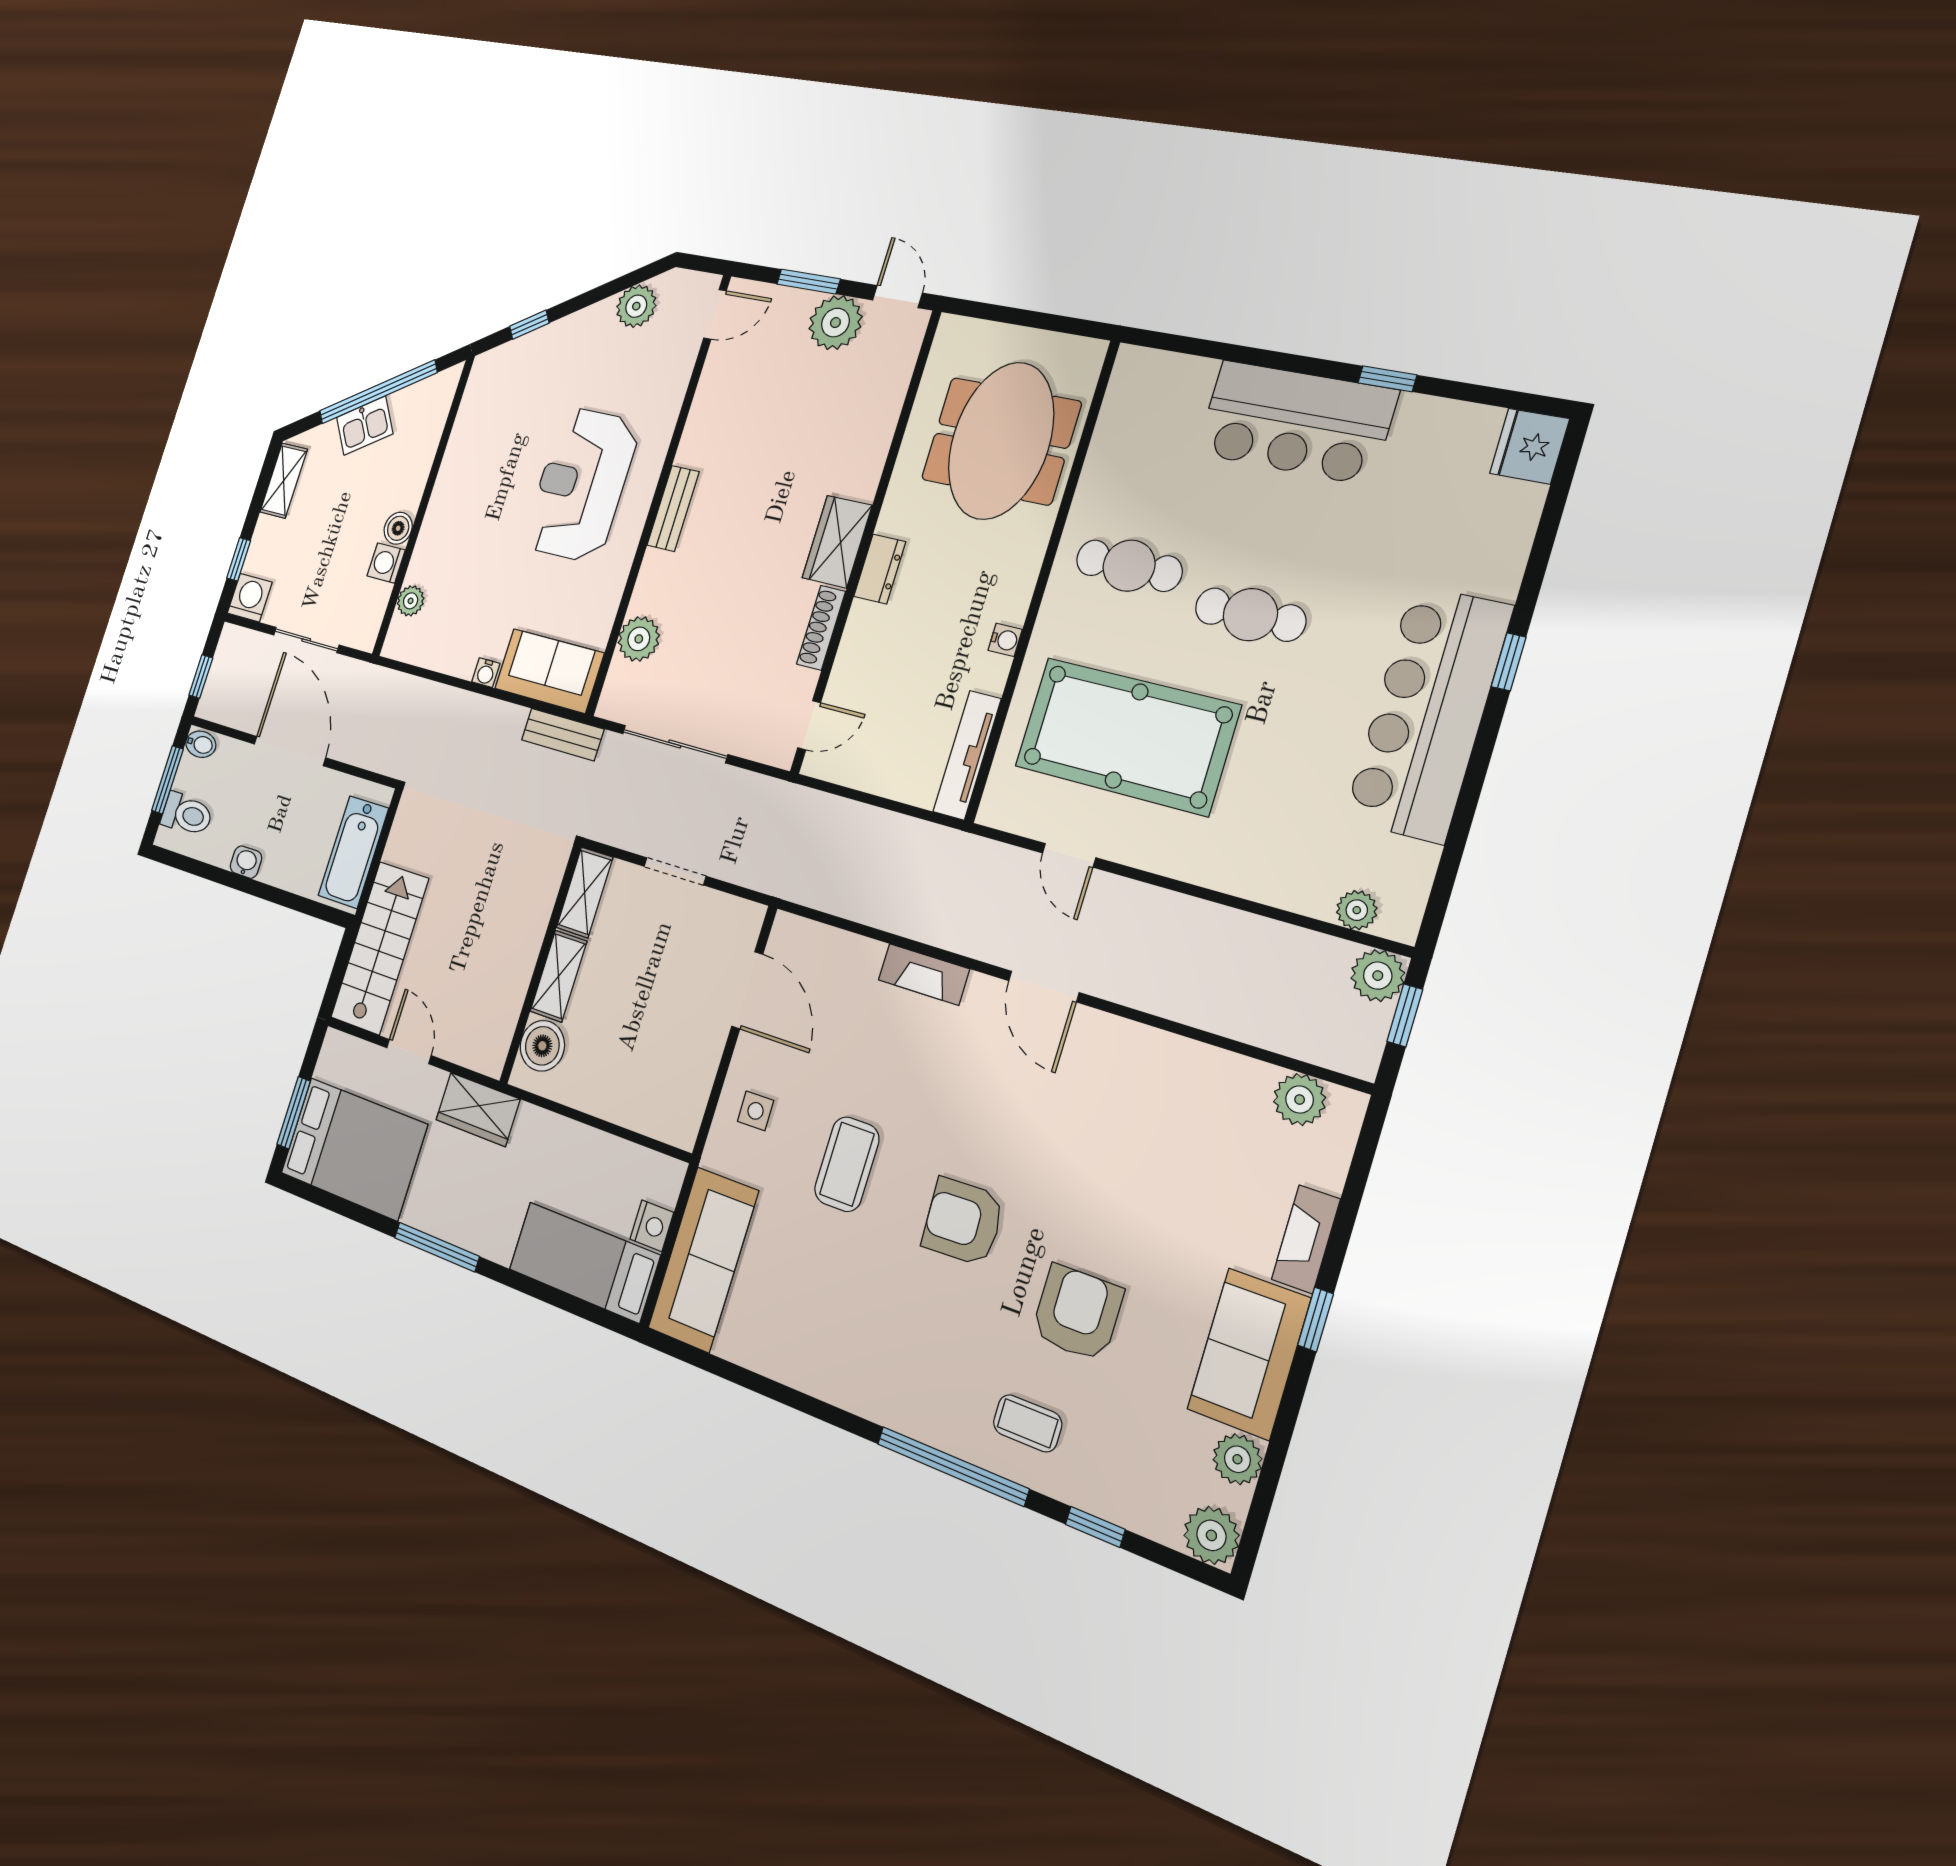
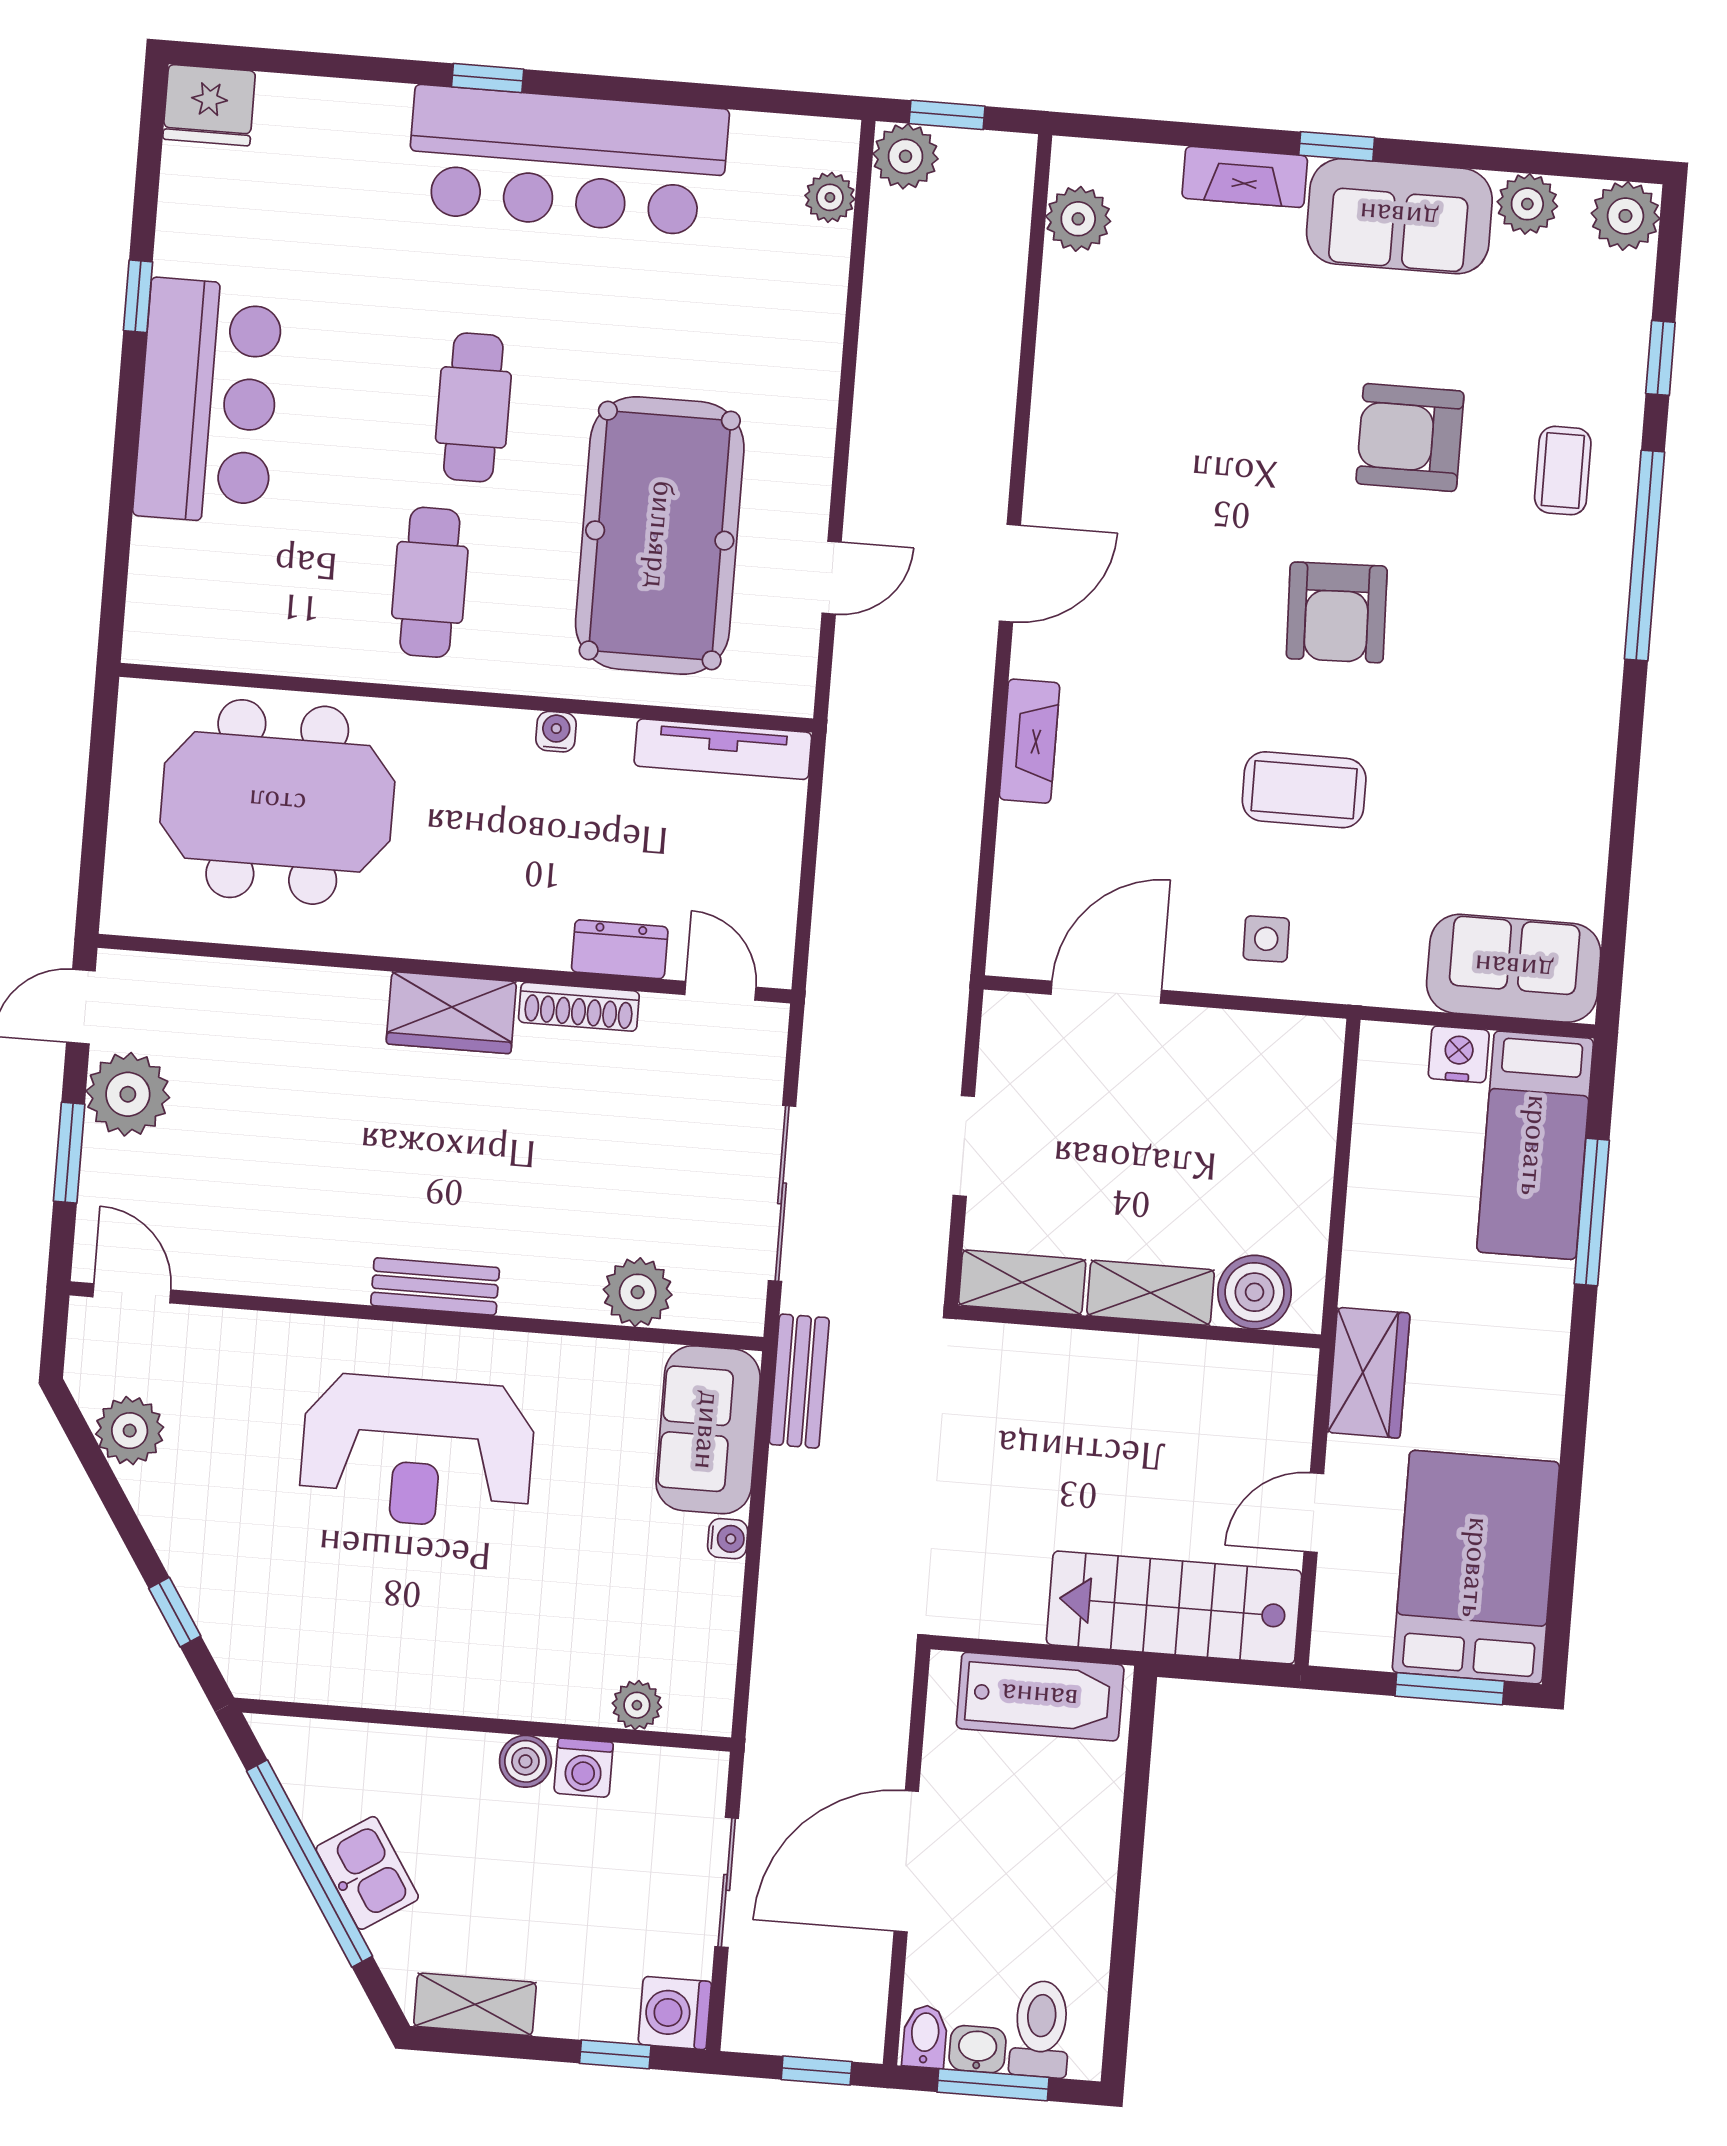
dresser: (880, 569) -> (620, 949), moved
washbasin: (246, 862) -> (977, 2049), moved, turned 90
window: (437, 1247) -> (1592, 1212), moved
sofa: (703, 1259) -> (1514, 968), width x0.73

